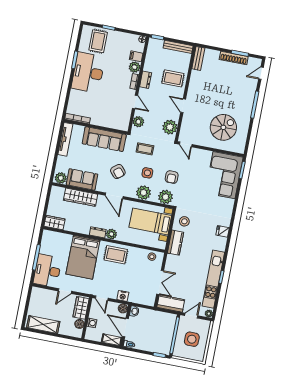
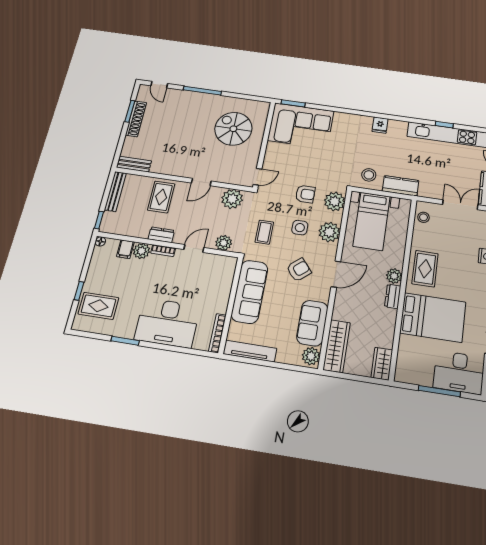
desk: (88, 72) -> (167, 323), moved
wardrobe: (81, 197) -> (337, 346), moved

